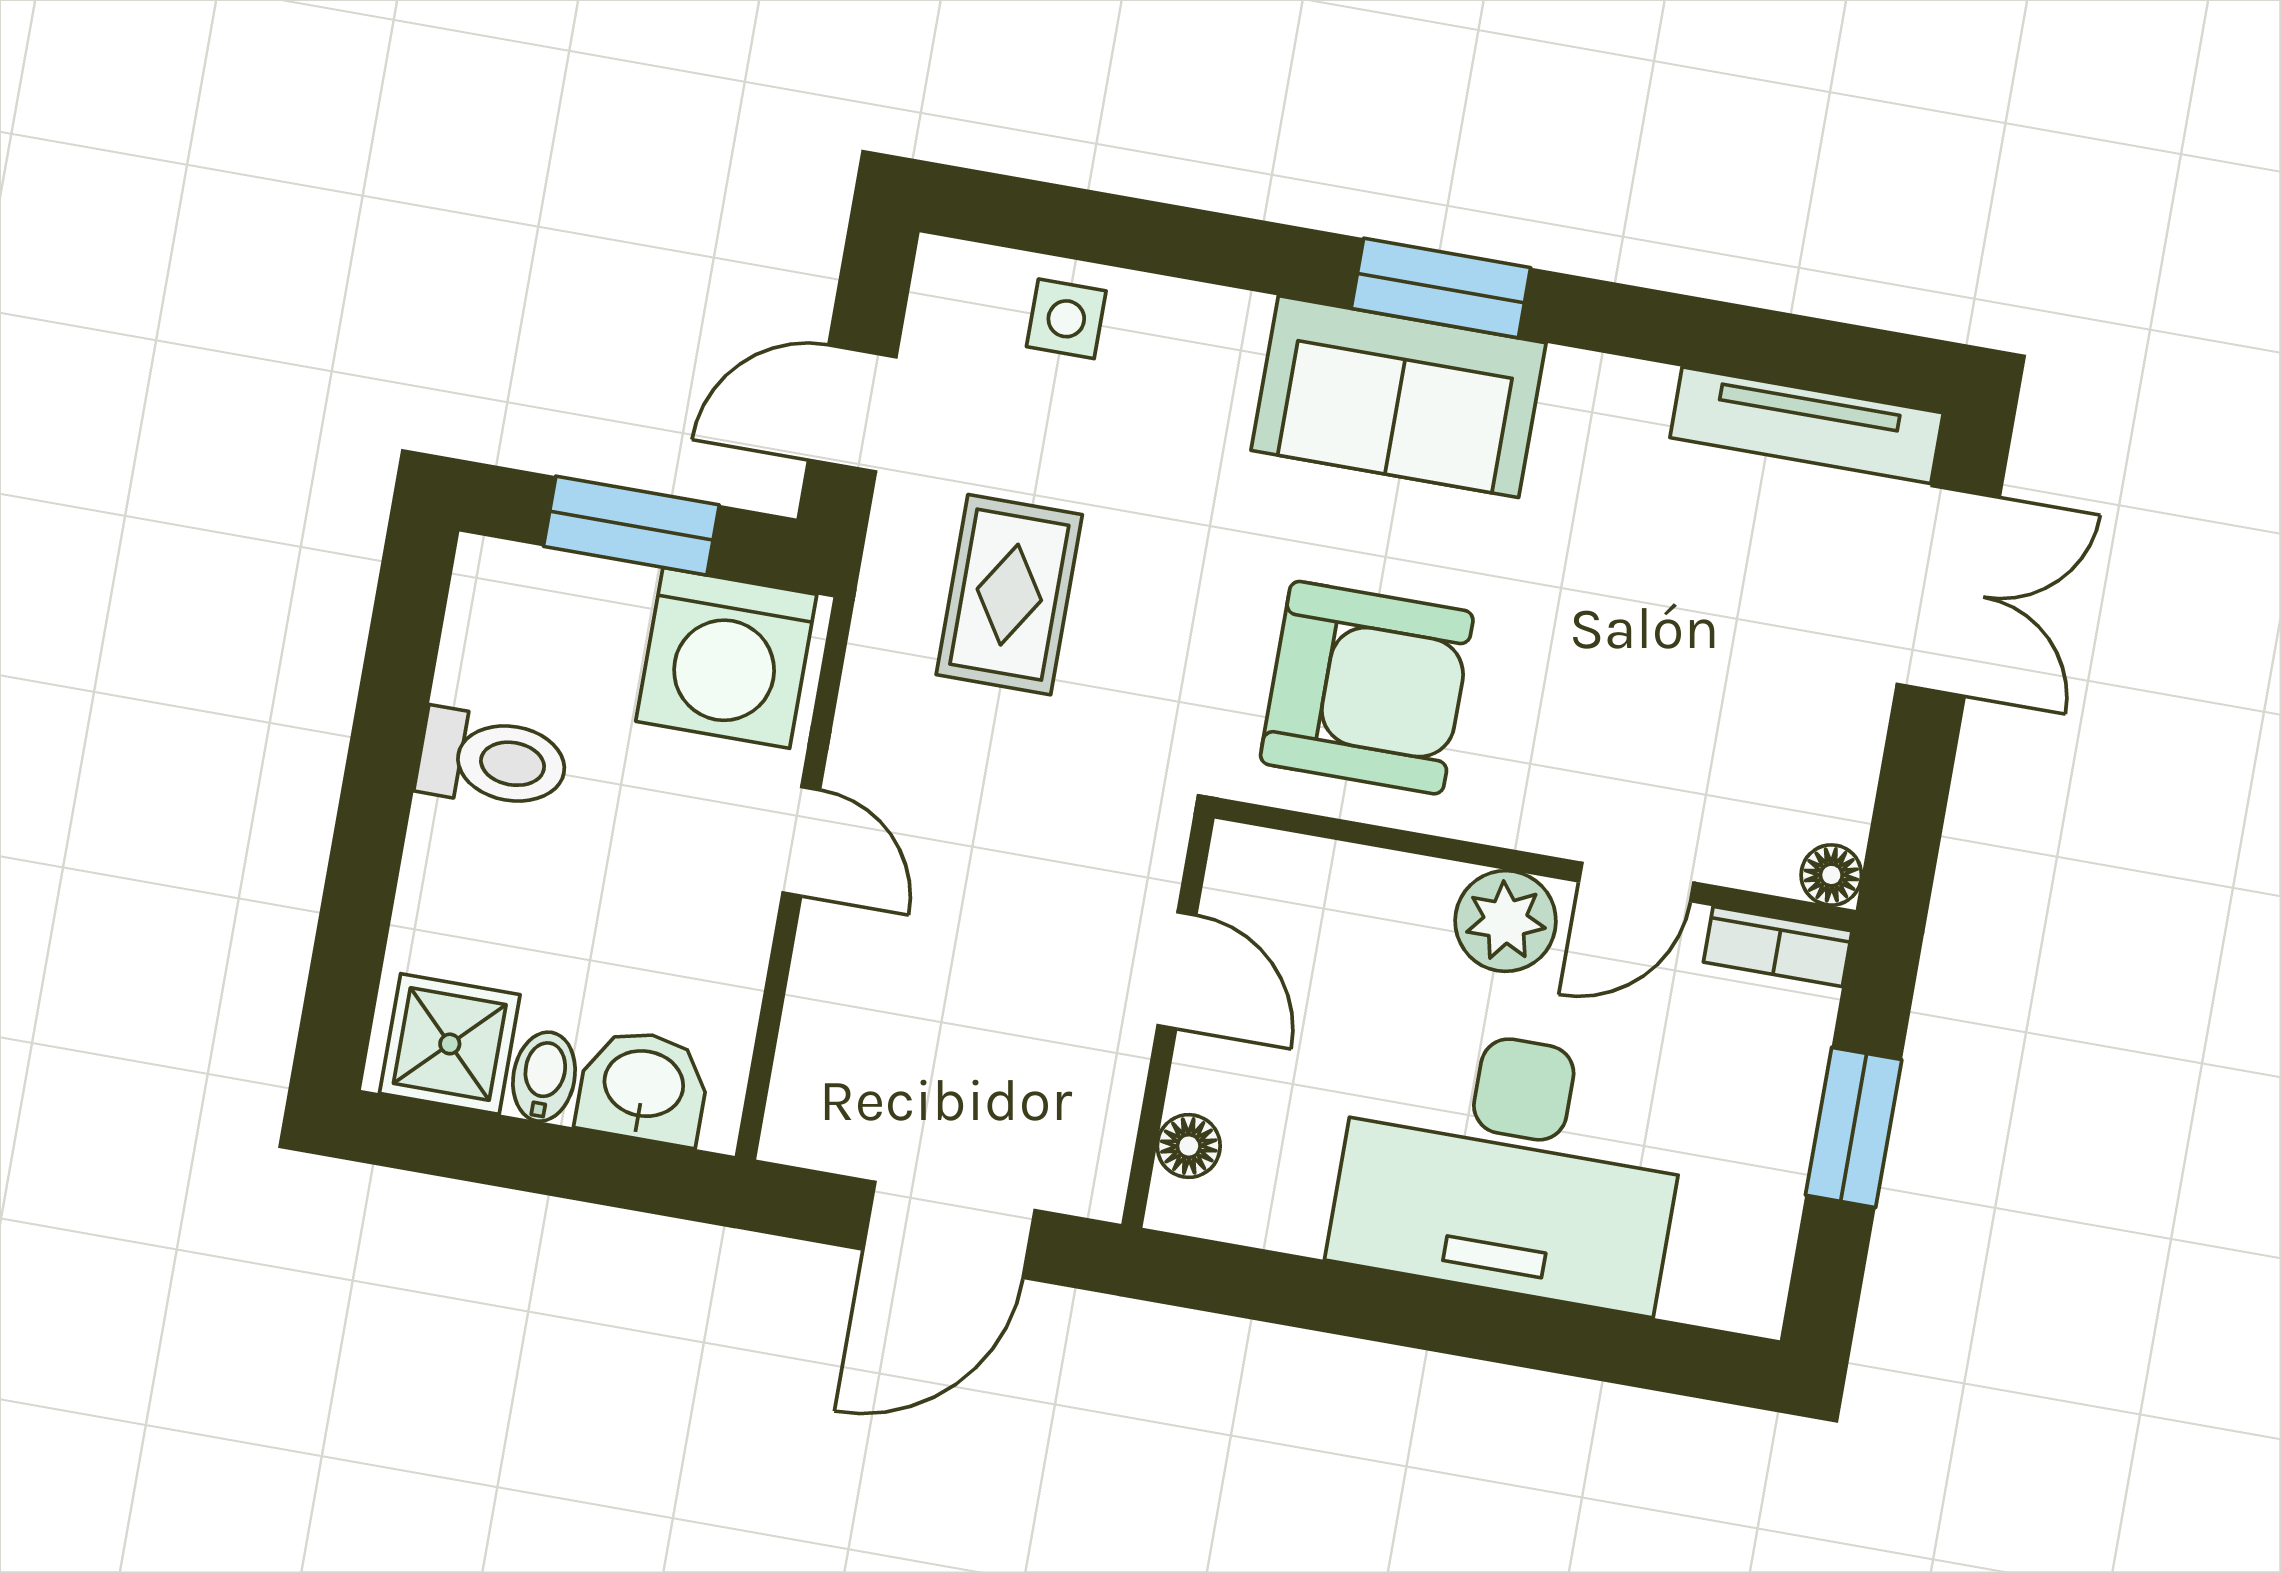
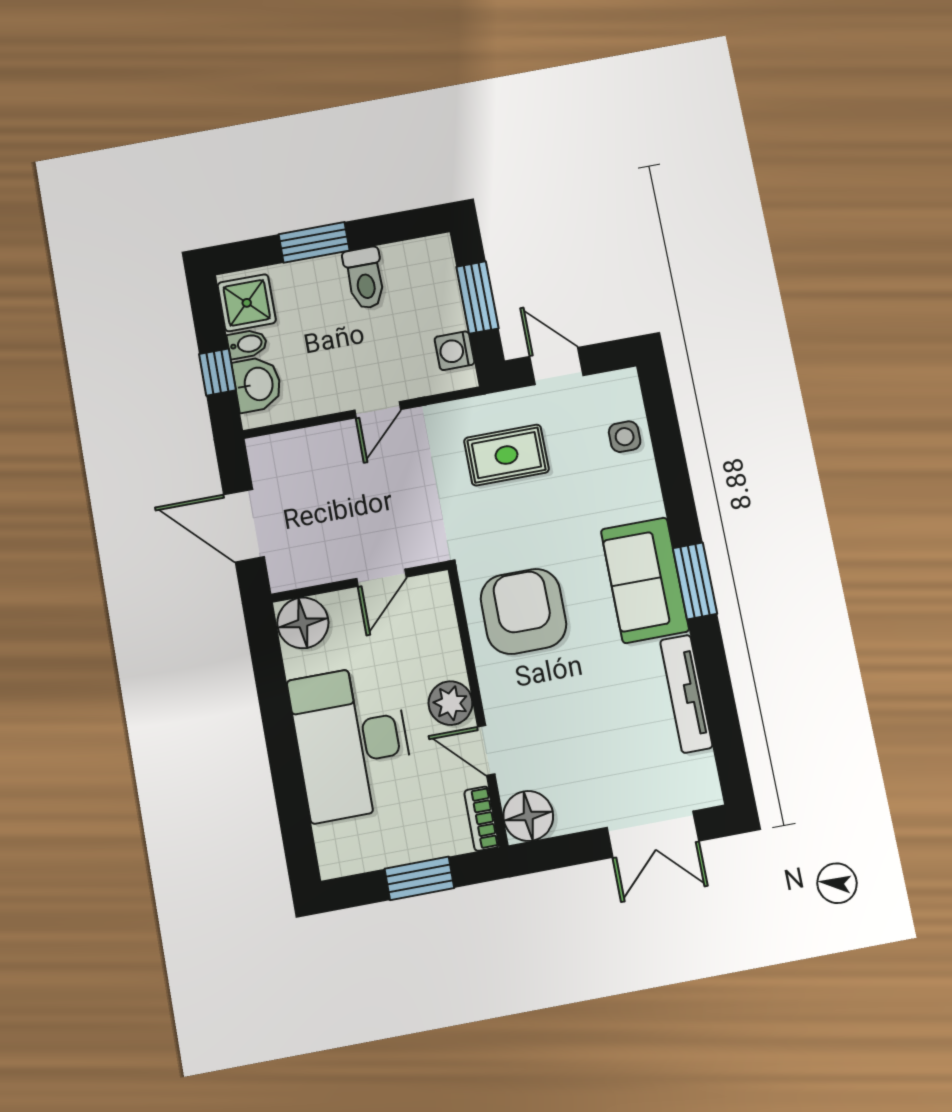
tv unit: (1807, 425) -> (686, 694), moved
washing machine: (726, 658) -> (454, 351), width x0.53, depth x0.53
armchair: (1367, 688) -> (523, 611), turned 180
window: (368, 843) -> (314, 242), added
floor lamp: (1831, 875) -> (528, 816), width x1.89, depth x1.89
floor lamp: (1189, 1146) -> (303, 623), width x1.89, depth x1.89
window: (583, 1165) -> (217, 372), added

